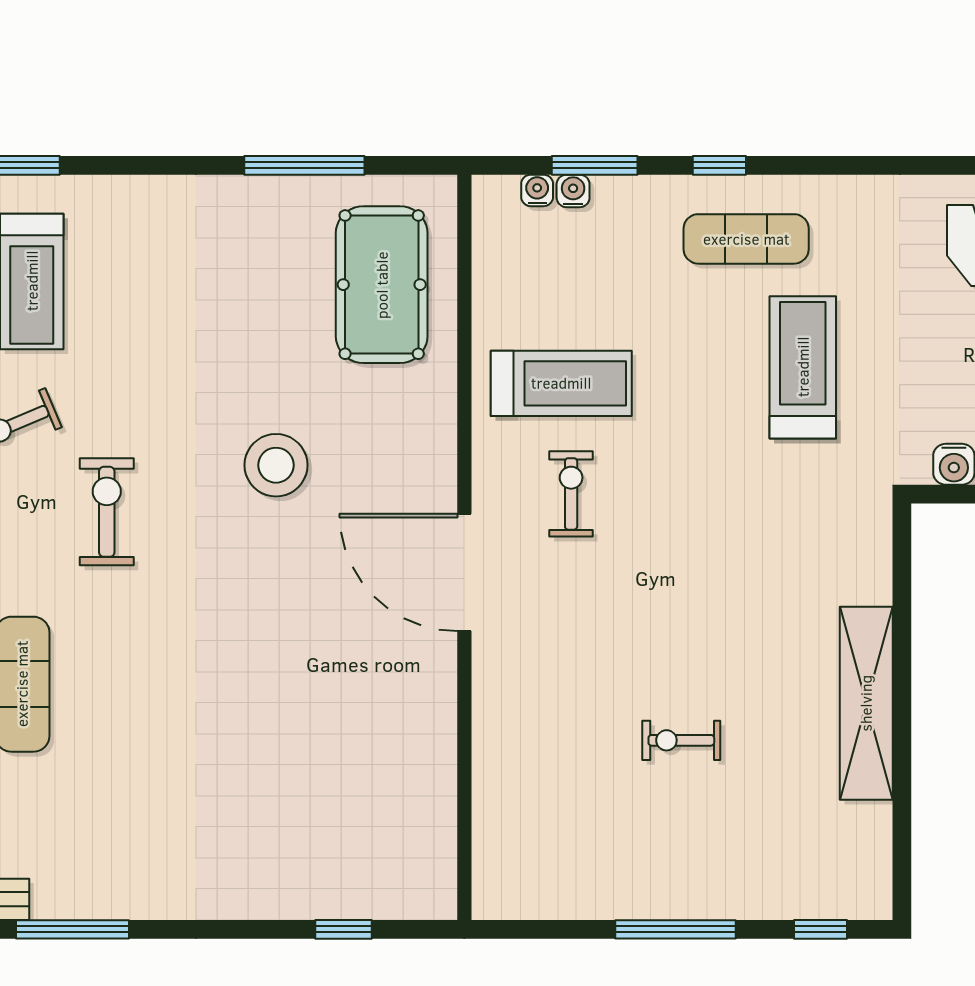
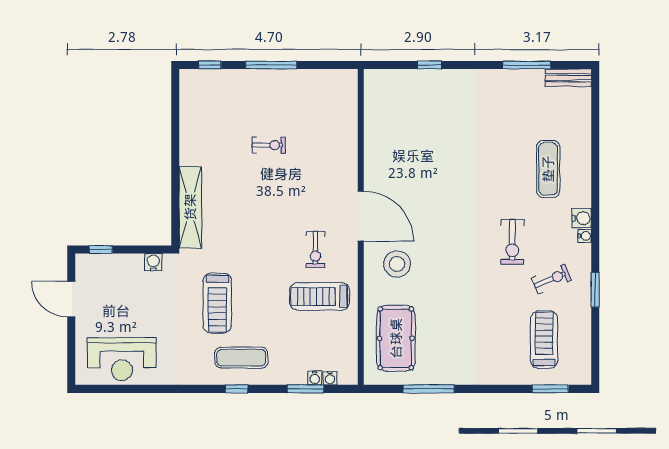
window: (719, 165) -> (236, 389), moved
stool: (276, 465) -> (397, 264), moved
shelving: (866, 703) -> (190, 207), moved
window: (343, 929) -> (429, 65), moved

